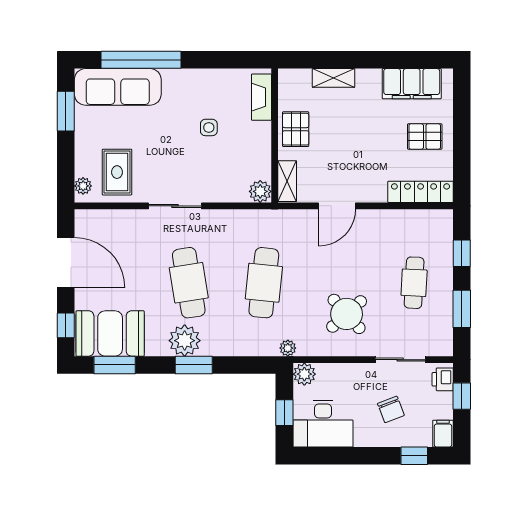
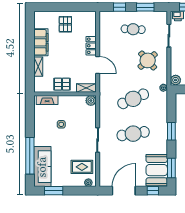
filing cabinet: (412, 84) -> (41, 42), moved
locker: (421, 192) -> (91, 46), moved, width x0.66
cafe table: (264, 283) -> (133, 99), turned -30
plant: (185, 341) -> (160, 136), removed

